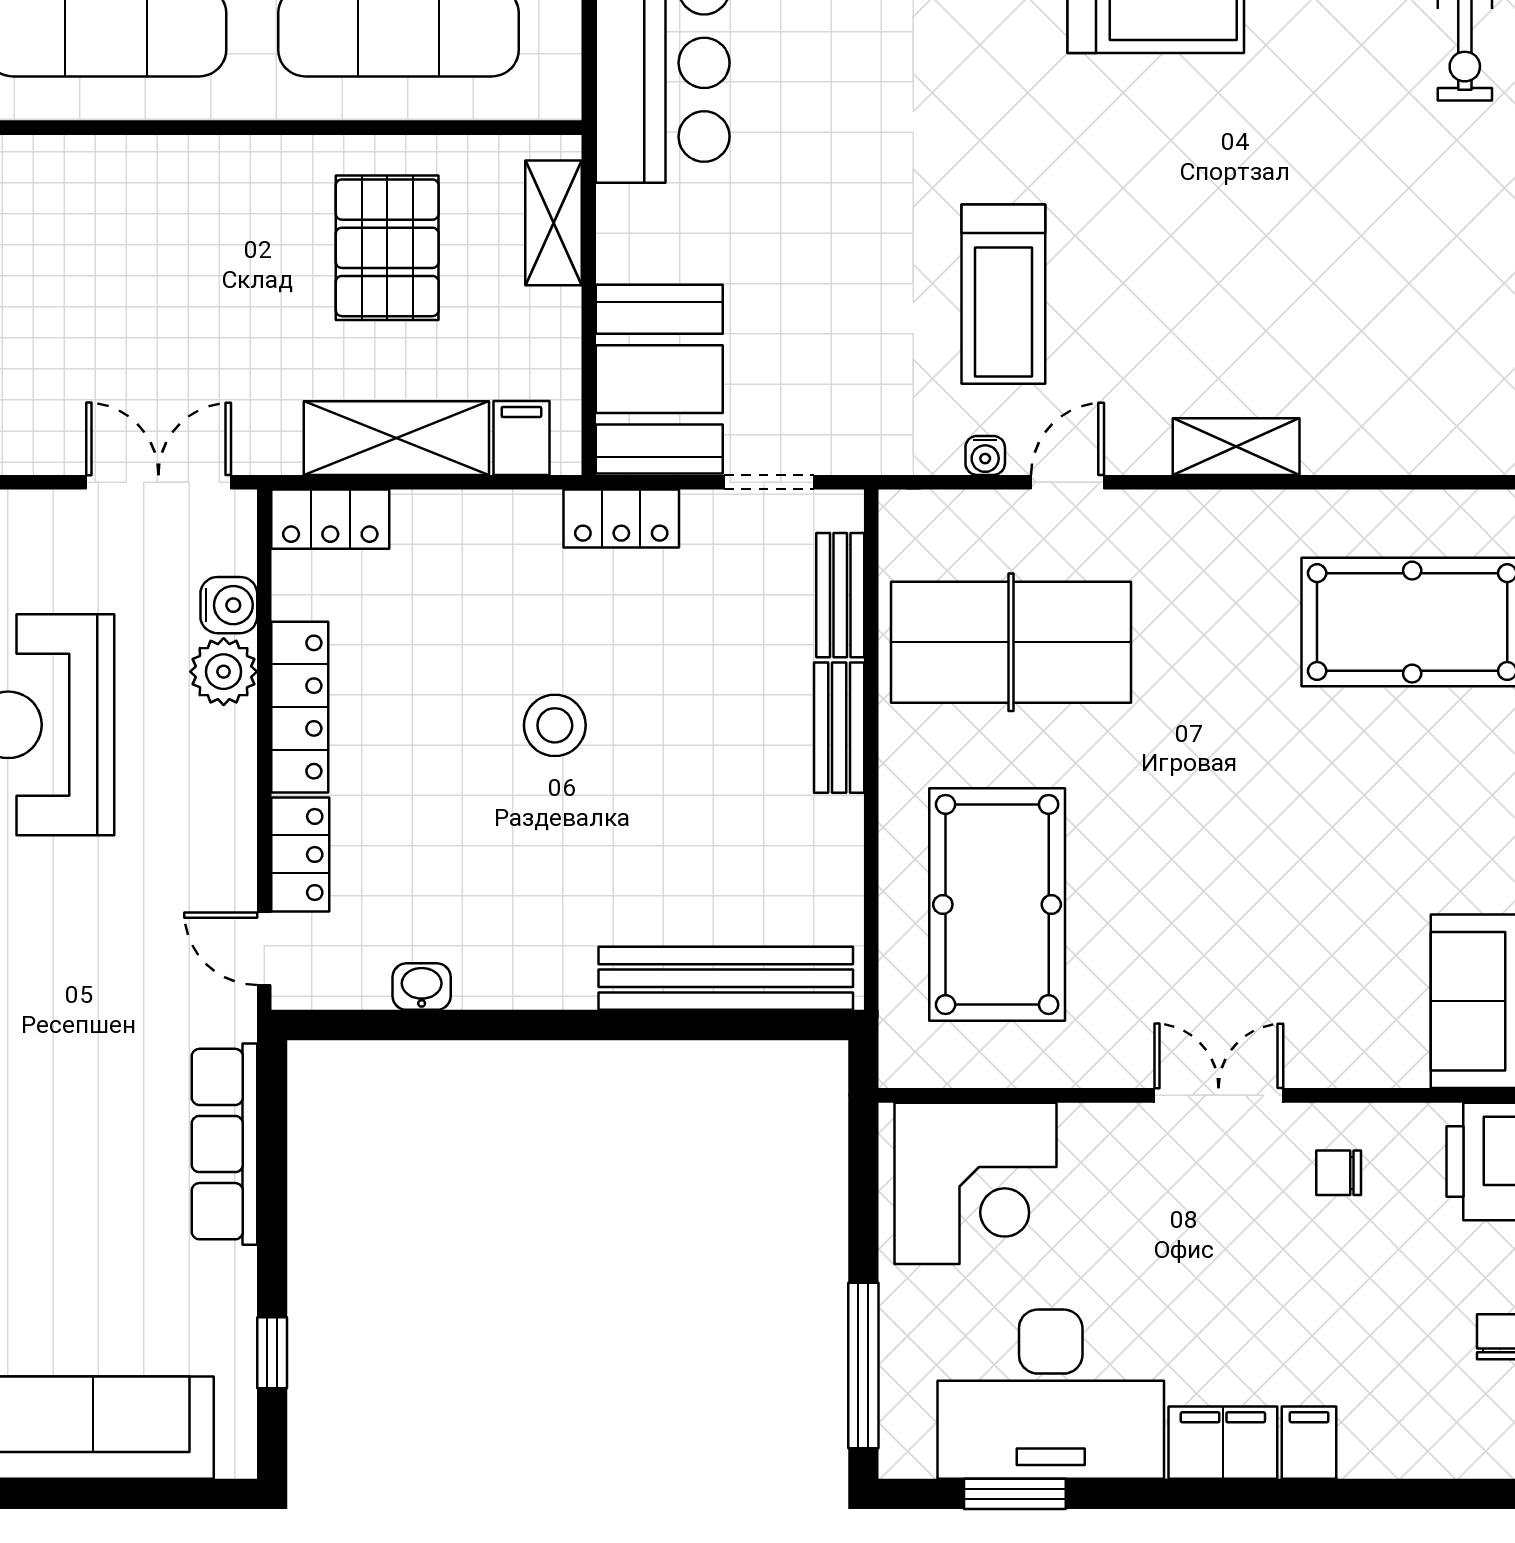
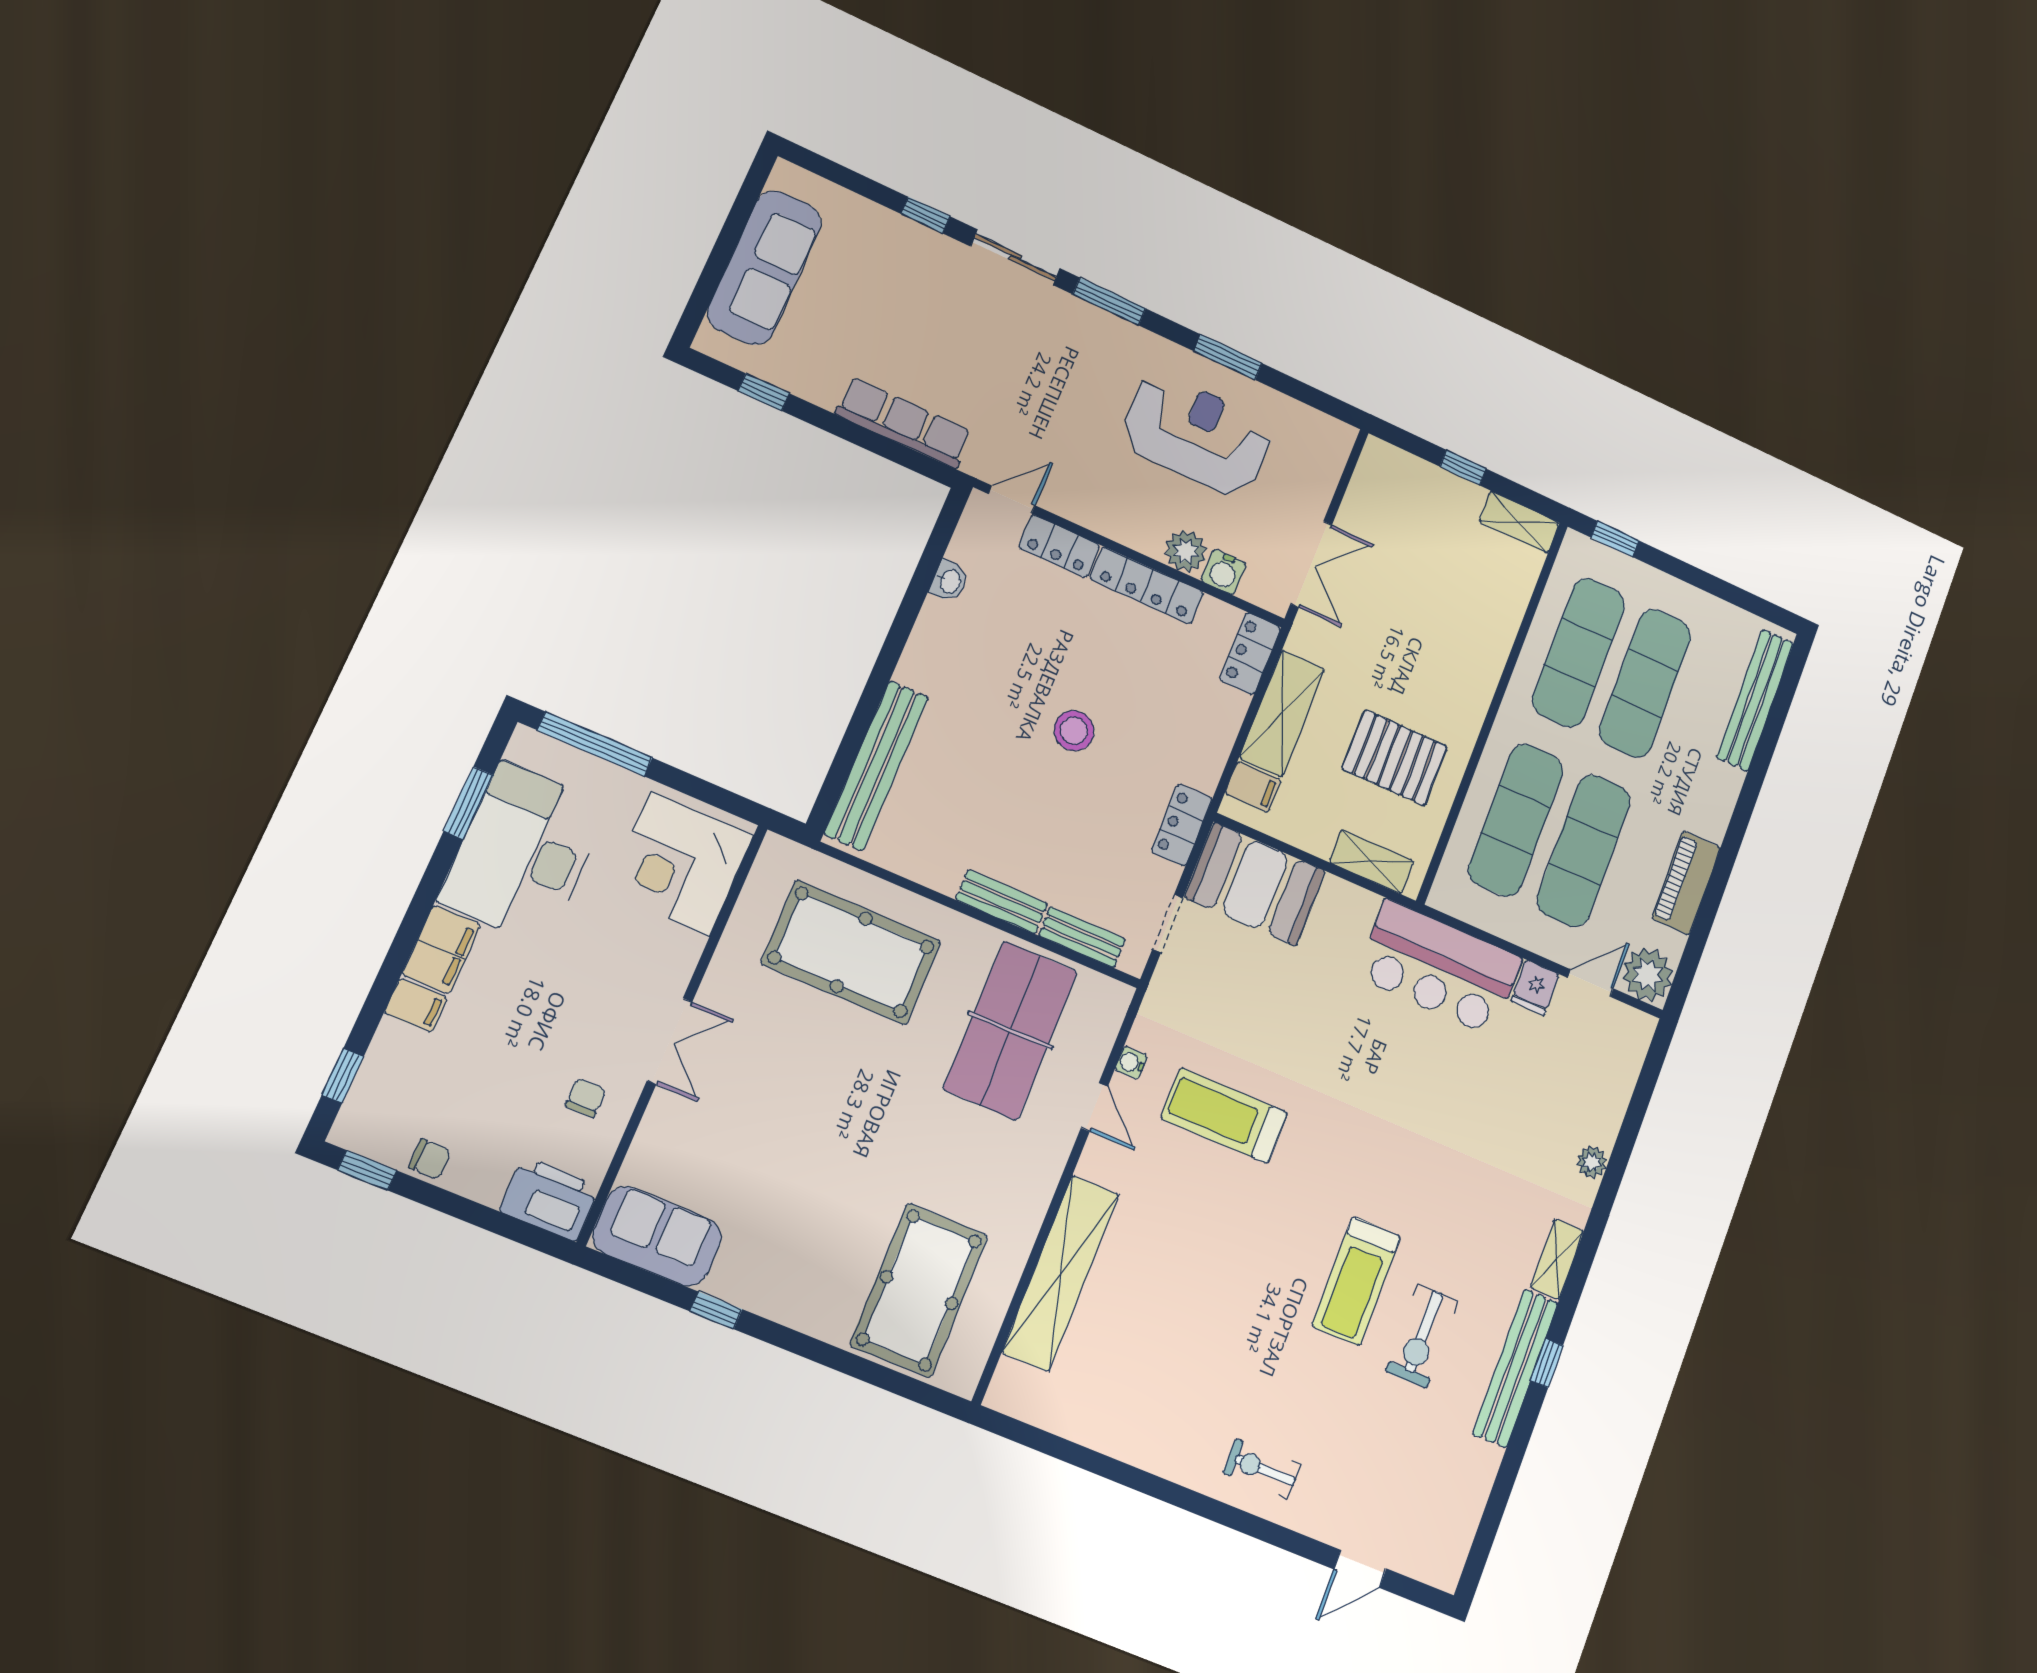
shelving: (1236, 447) -> (1061, 1273), width x2.20, depth x1.33
window: (1438, 1494) -> (343, 1076), added

